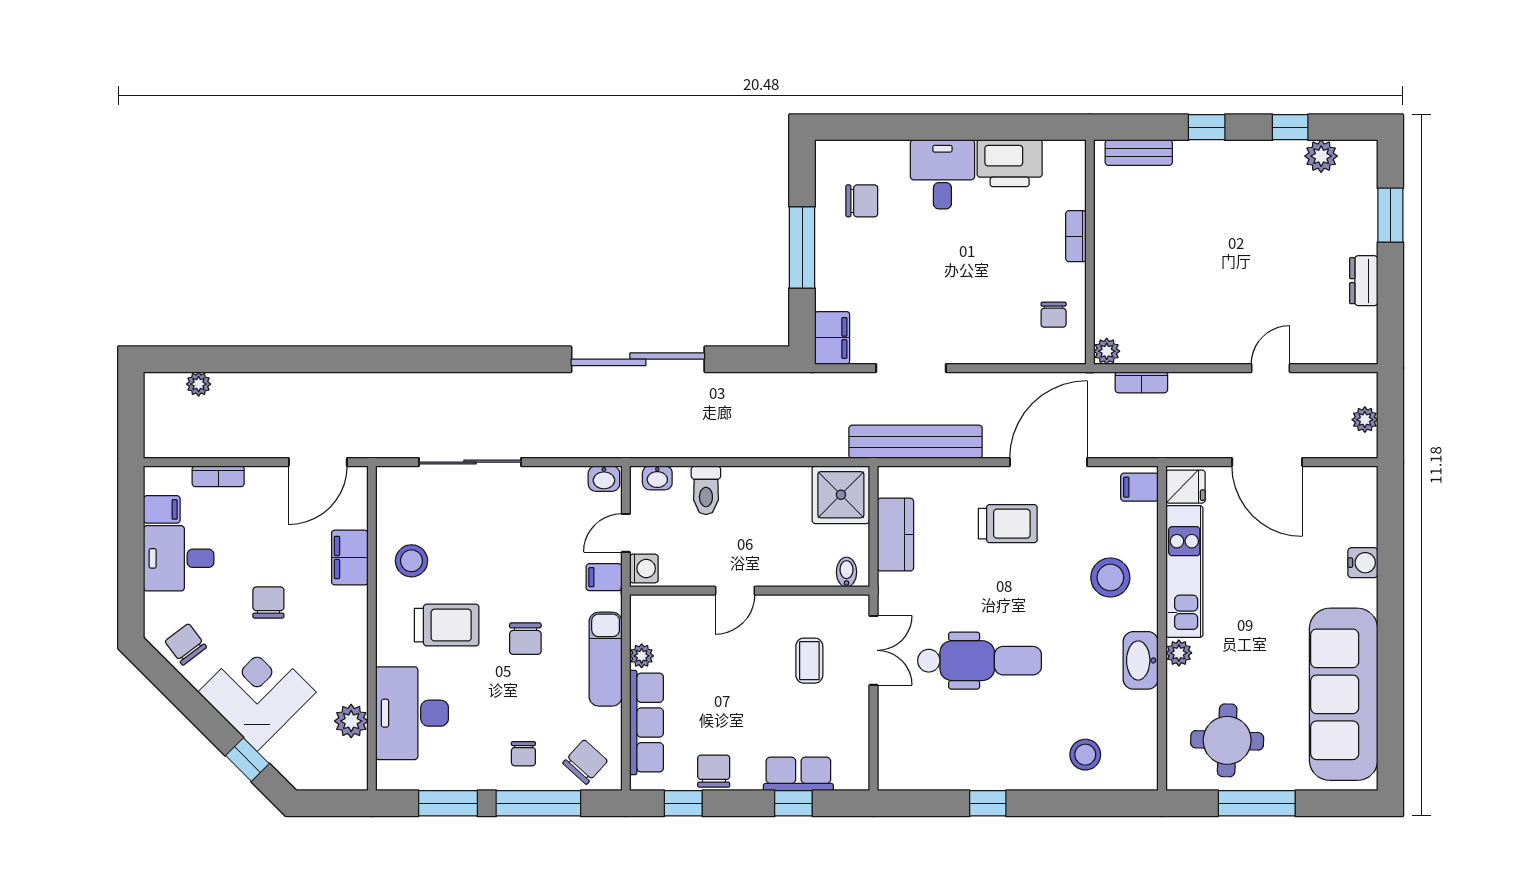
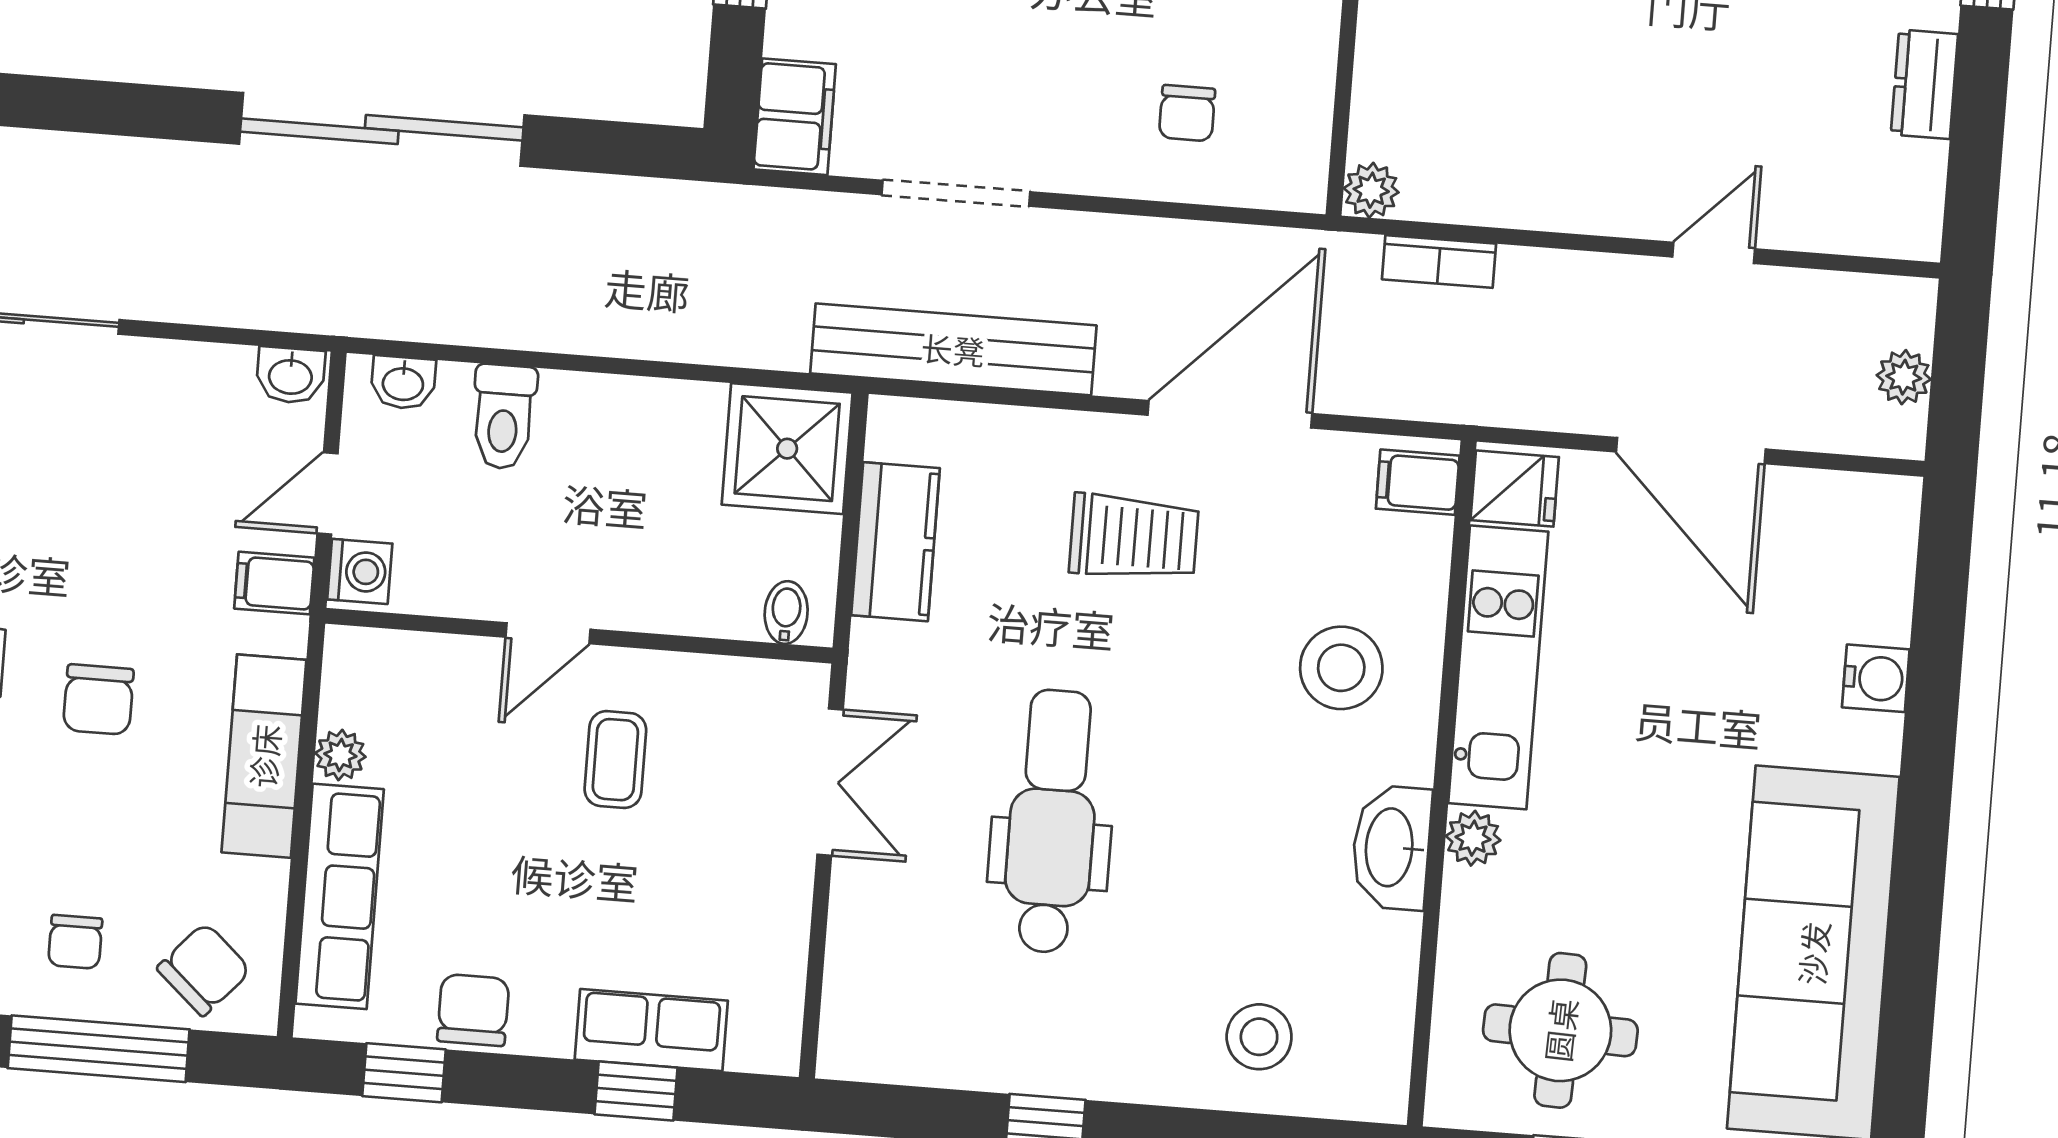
chair: (1054, 315) -> (1187, 113), moved
coffee table: (809, 661) -> (615, 760), moved
dental chair: (980, 661) -> (1052, 821), turned -90

